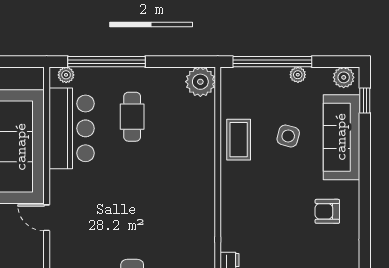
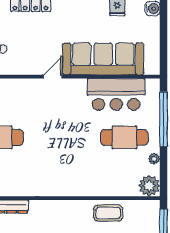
plant: (66, 75) -> (154, 159), moved
cafe table: (132, 117) -> (124, 137), width x1.37, depth x1.35

